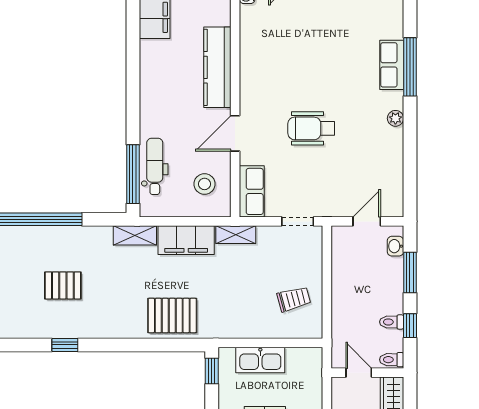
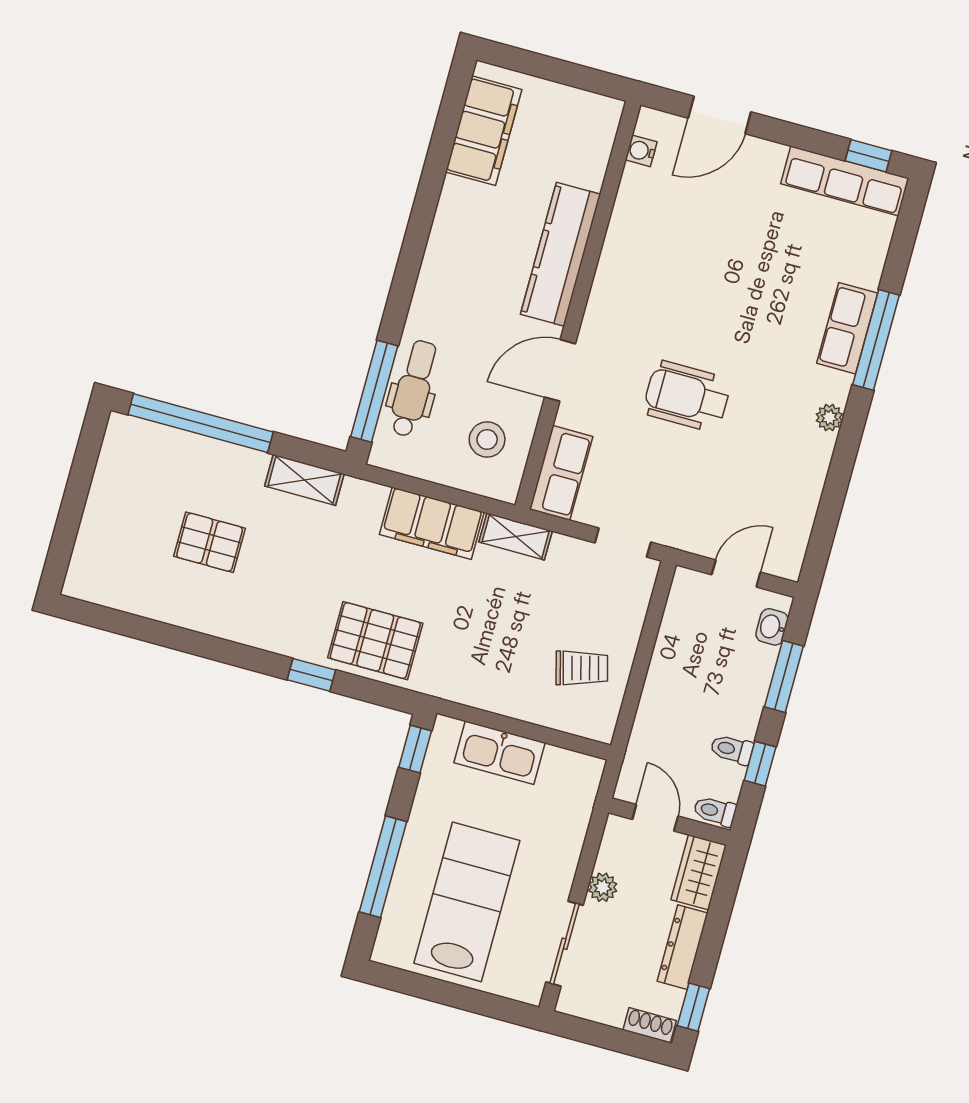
shelving: (135, 235) -> (304, 480), moved
window: (65, 345) -> (311, 675), moved

